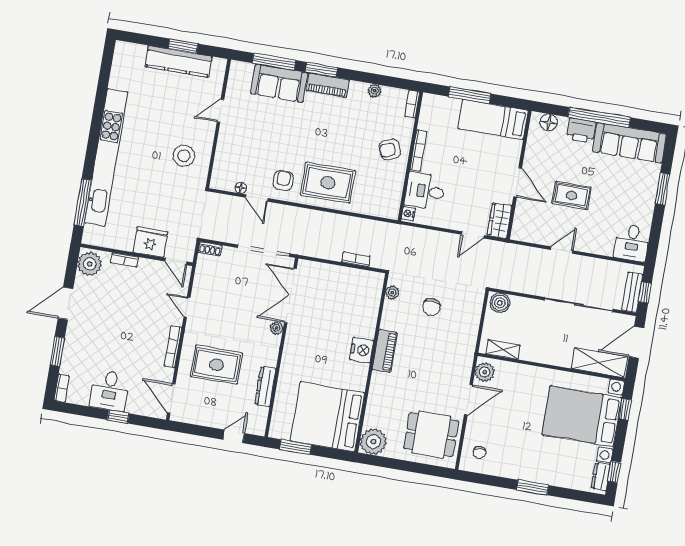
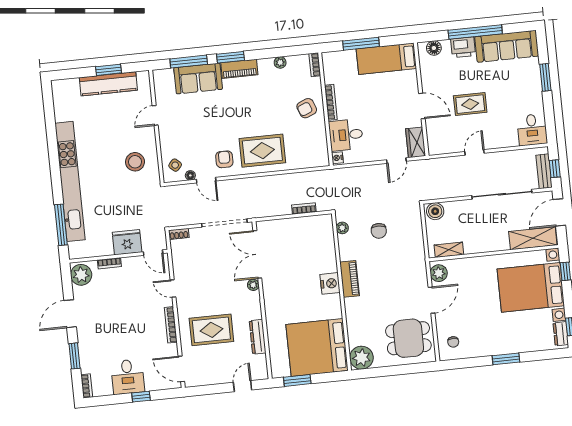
side table: (227, 172) -> (175, 165), added

